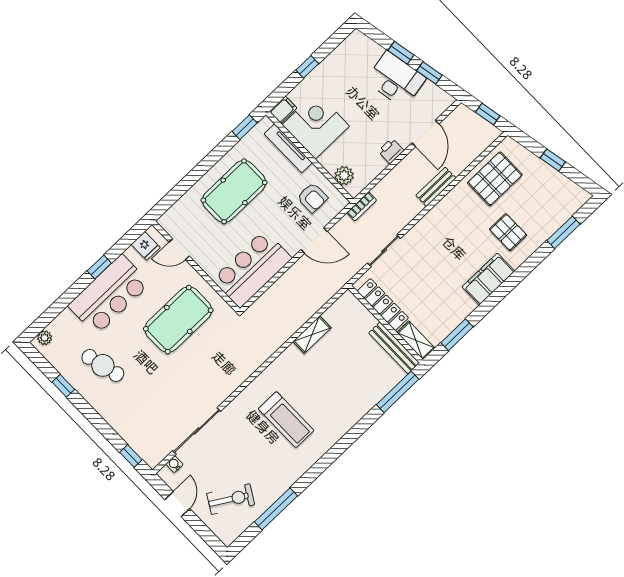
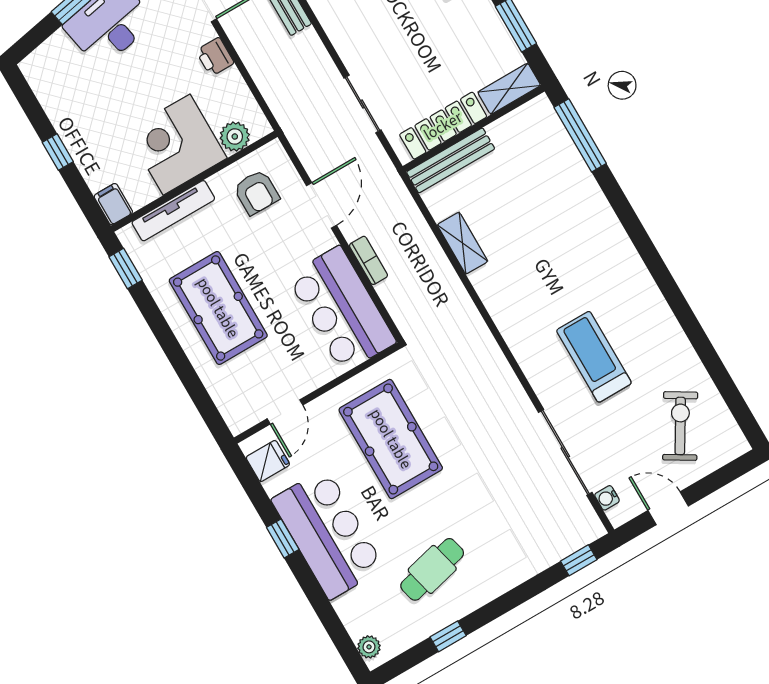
corner desk: (316, 125) -> (177, 145), moved
armchair: (312, 198) -> (256, 192), turned 90
bookcase: (362, 206) -> (368, 260), moved
bench: (394, 348) -> (451, 160), moved
treadmill: (286, 420) -> (594, 357), moved, turned -90
window: (276, 509) -> (712, 361), removed

